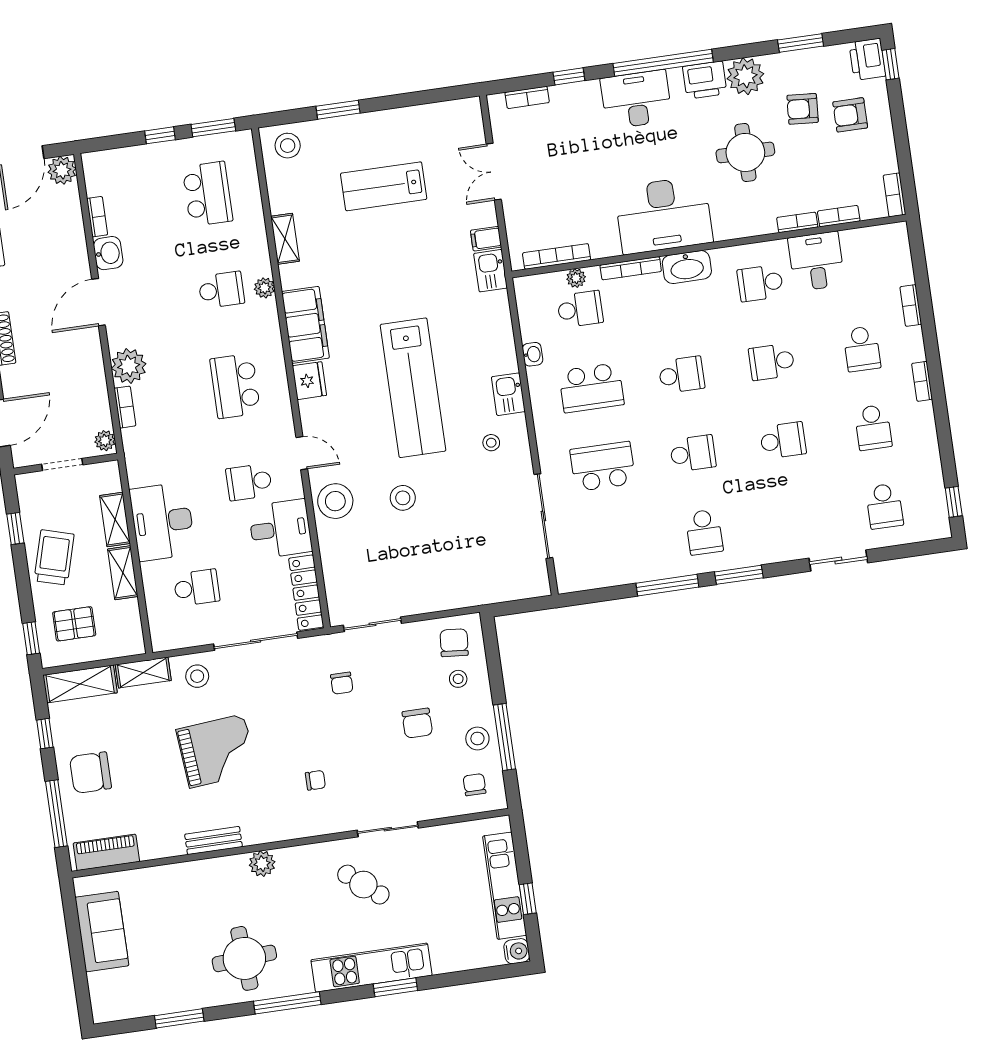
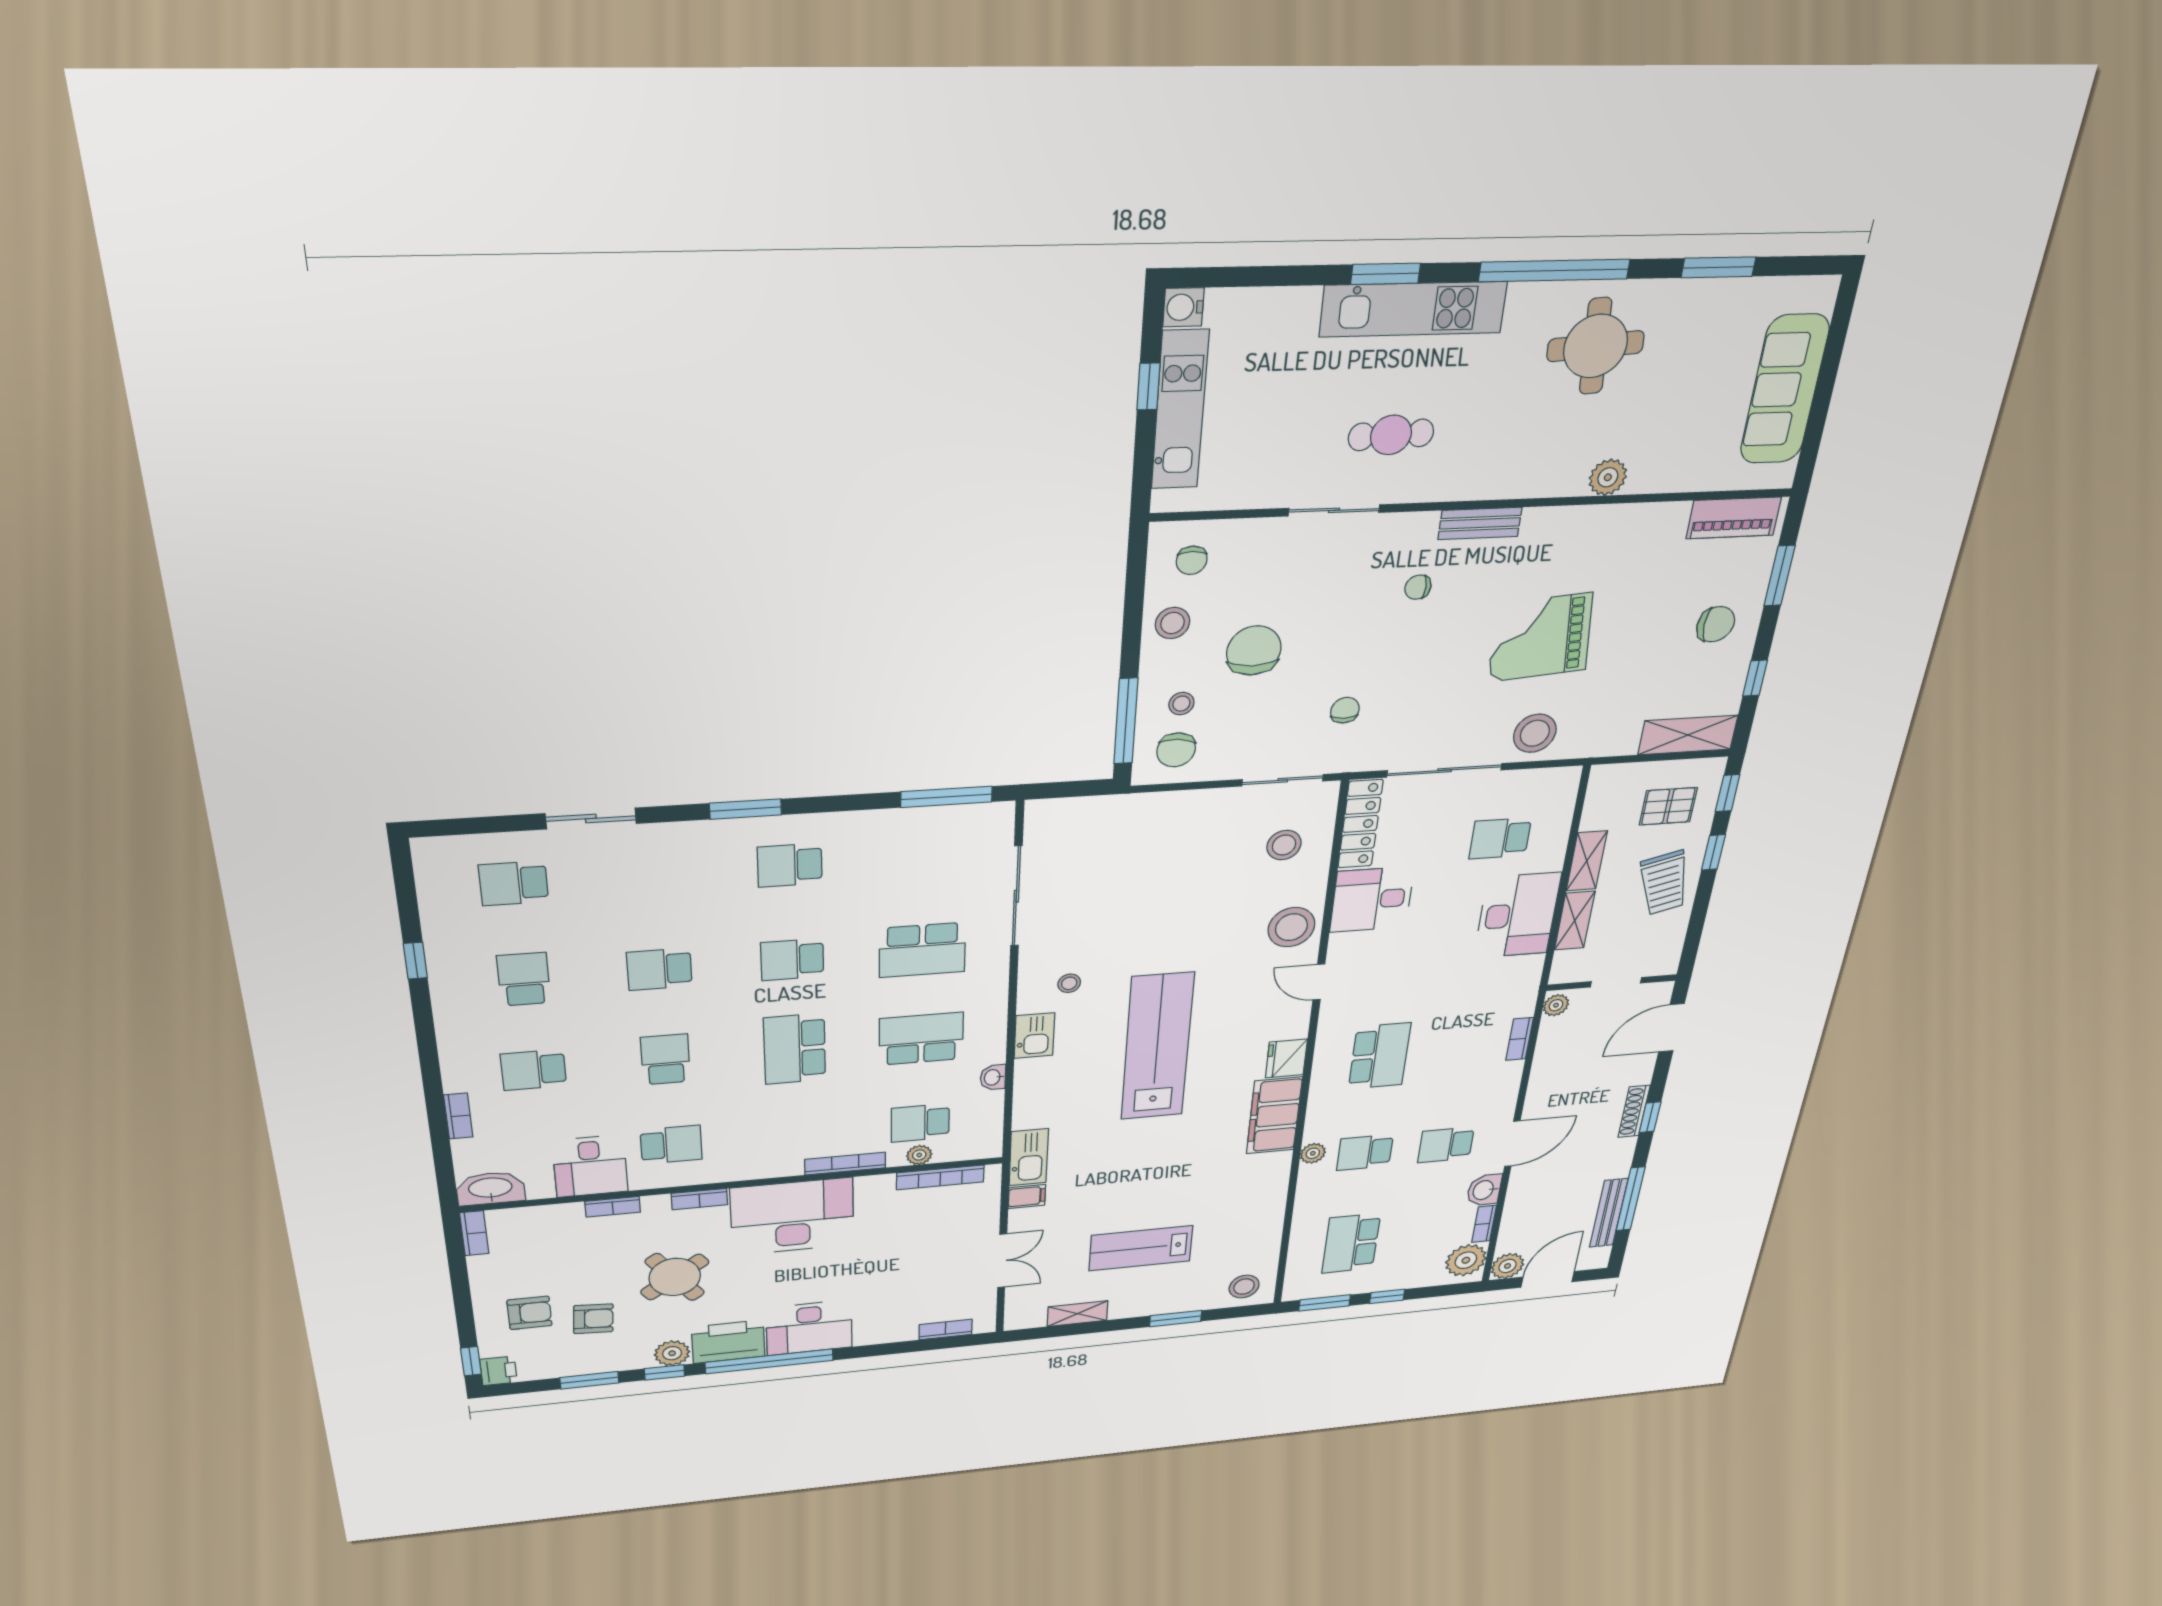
printer: (867, 59) -> (498, 1371), width x0.73, depth x0.81
window: (569, 76) -> (664, 1372), moved
plant: (745, 76) -> (672, 1353), width x0.73, depth x0.73
printer: (705, 80) -> (728, 1342), width x1.37, depth x1.19
round table: (745, 152) -> (675, 1277), turned -36
lab bench: (384, 186) -> (1141, 1248), turned 180
bookcase: (839, 216) -> (699, 1199), moved
shelving: (285, 239) -> (1078, 1314), moved, turned 90
washbasin: (687, 267) -> (490, 1188), moved
kitchen sink: (491, 271) -> (1029, 1157), width x1.38
school desk: (862, 349) -> (534, 1070), turned -90
school desk: (772, 362) -> (665, 1059), turned -90
plant: (129, 366) -> (1466, 1260), moved
school desk: (682, 375) -> (795, 1049), width x1.85
bookcase: (922, 381) -> (446, 1030), removed
school desk: (249, 482) -> (1446, 1145), moved, turned 180
stool: (403, 498) -> (1284, 845), moved
window: (954, 502) -> (415, 961), moved
school desk: (884, 506) -> (514, 883), turned -90
window: (15, 529) -> (1713, 852), moved
school desk: (704, 532) -> (790, 865), turned -90
trolley: (54, 557) -> (1664, 883), turned -31
window: (667, 585) -> (946, 797), moved
shelving: (143, 673) -> (1603, 743), removed
stool: (197, 676) -> (1535, 733), width x1.38, depth x1.38
chair: (417, 723) -> (1254, 650), width x1.37, depth x1.37
window: (504, 737) -> (1126, 721), moved
chair: (90, 773) -> (1716, 624), width x0.73, depth x0.73
window: (56, 814) -> (1780, 576), width x0.69
bench: (214, 841) -> (1480, 523), moved
plant: (262, 864) -> (1608, 477), moved
cafe table: (363, 885) -> (1391, 435), turned -42
sofa: (102, 932) -> (1784, 390), width x1.36
window: (287, 1003) -> (1555, 271), width x1.46

